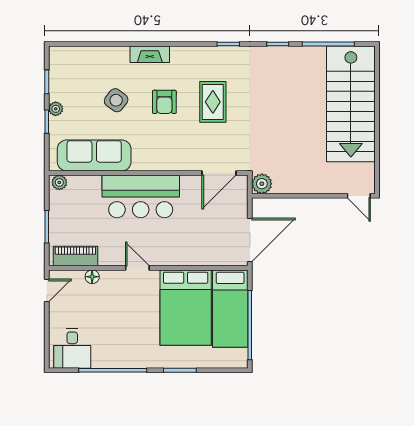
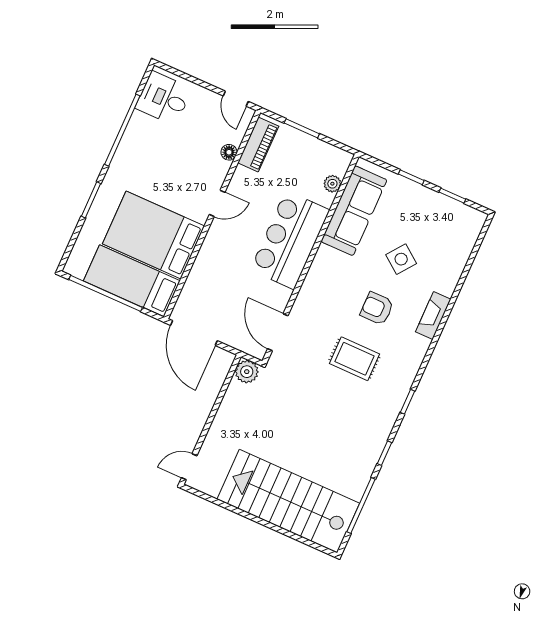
plant: (56, 109) -> (420, 192), removed
plant: (59, 182) -> (332, 184), moved

